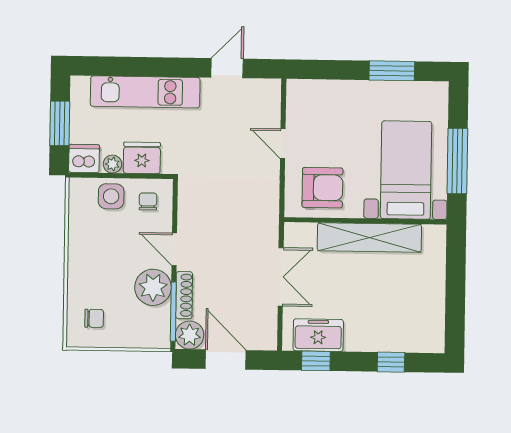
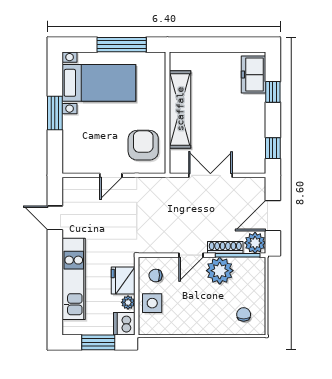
window: (392, 71) -> (55, 113), moved
bed with nightstands: (406, 170) -> (99, 83), moved, turned 180
freezer: (318, 335) -> (254, 75), moved

